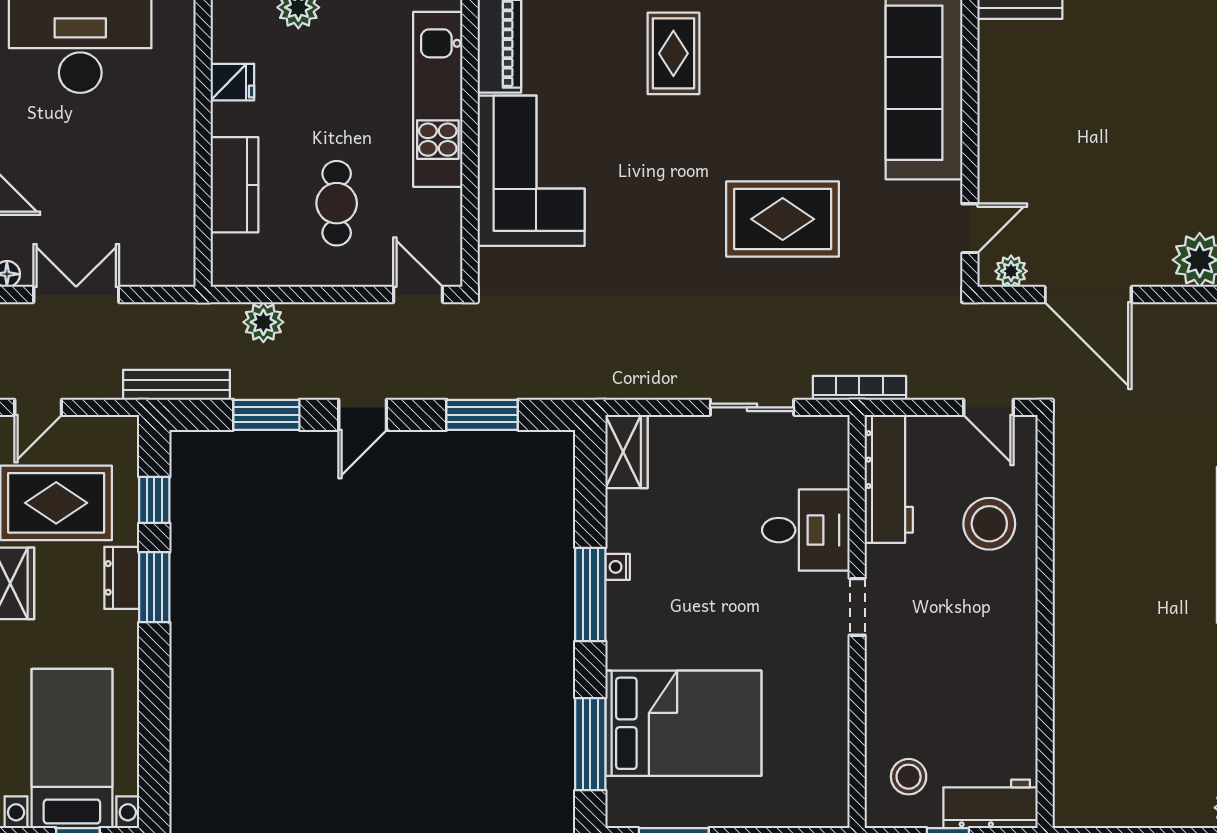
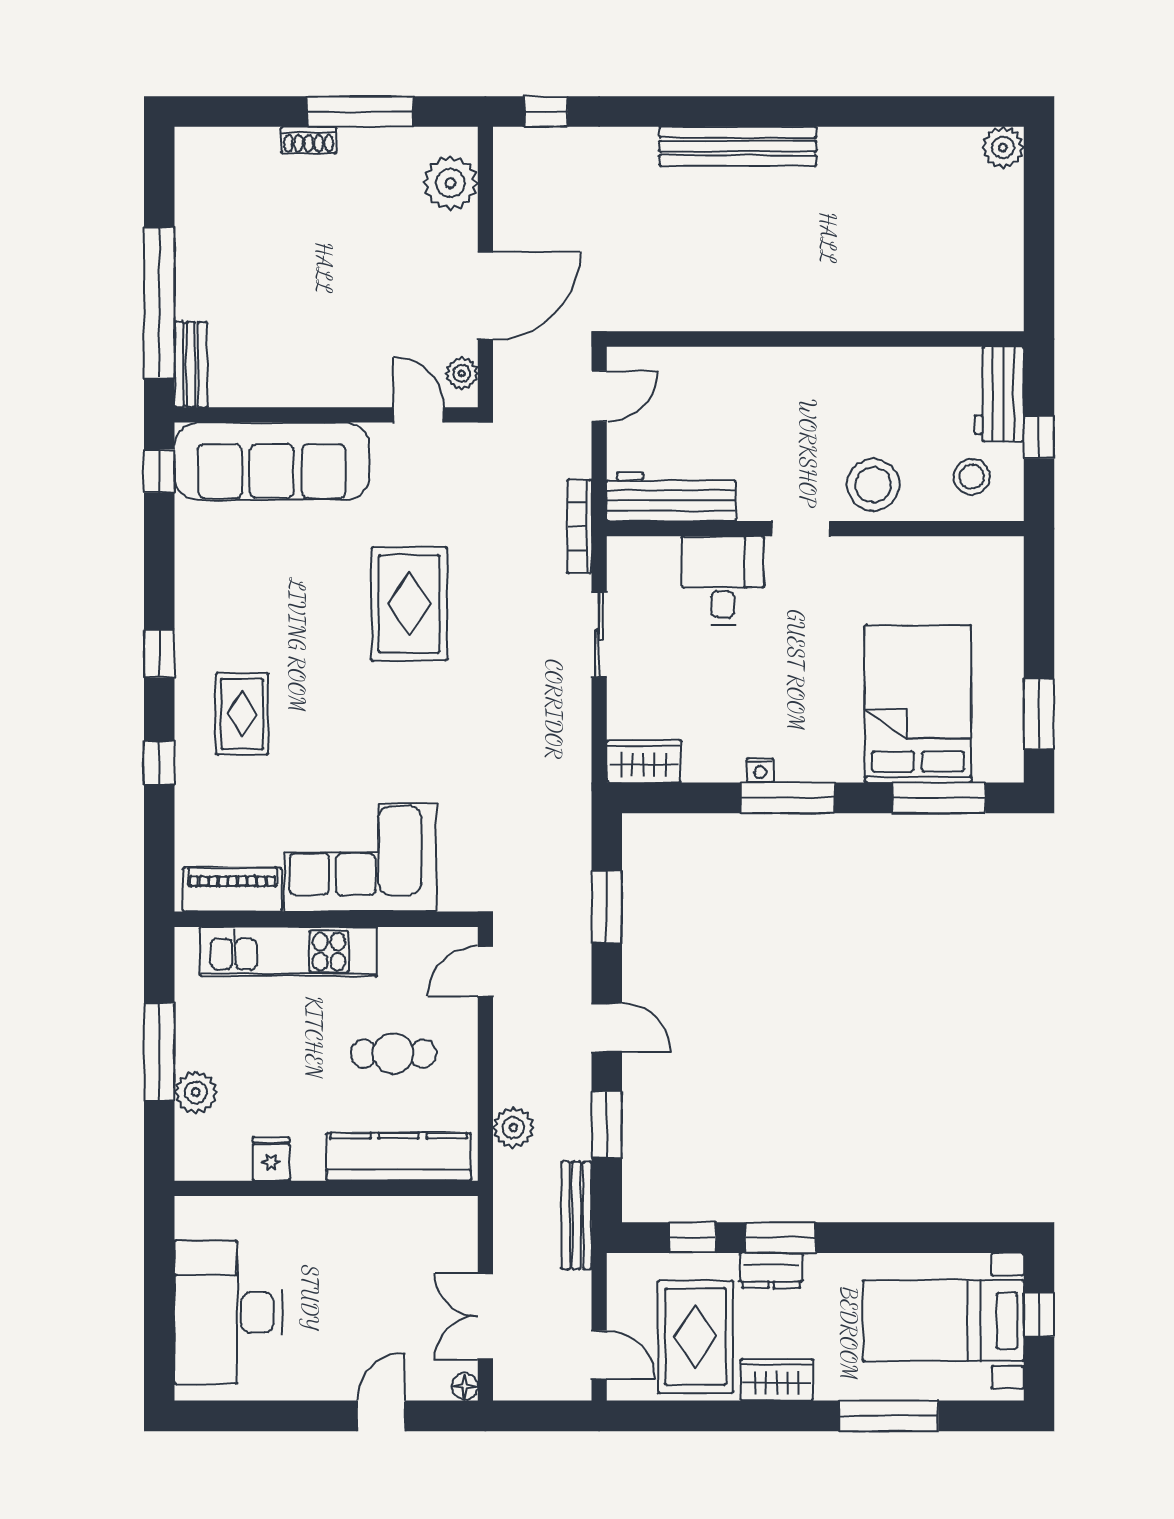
rug: (673, 53) -> (242, 714), turned 90
kitchen counter: (234, 185) -> (399, 1157), width x1.50
stool: (989, 524) -> (873, 485), moved

